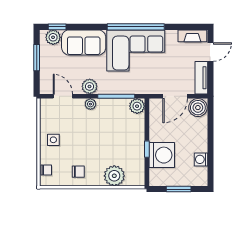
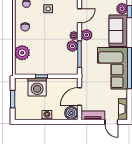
door: (175, 96) -> (79, 97), hinge flipped
plant: (137, 106) -> (72, 46), moved
washing machine: (201, 159) -> (47, 115), moved

